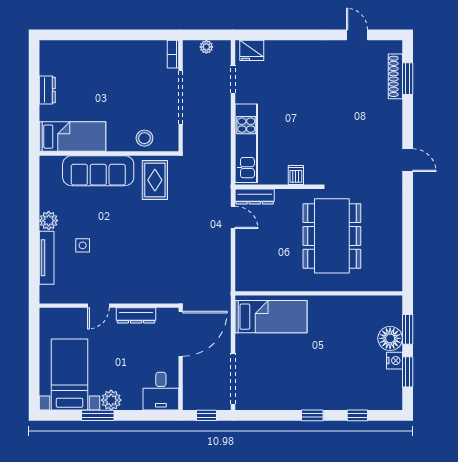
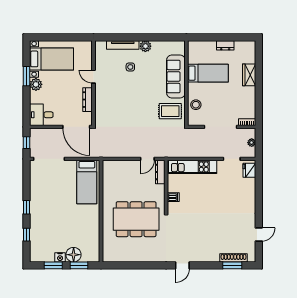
wardrobe: (96, 51) -> (249, 75), added
bed: (72, 137) -> (208, 73), moved, turned -90

